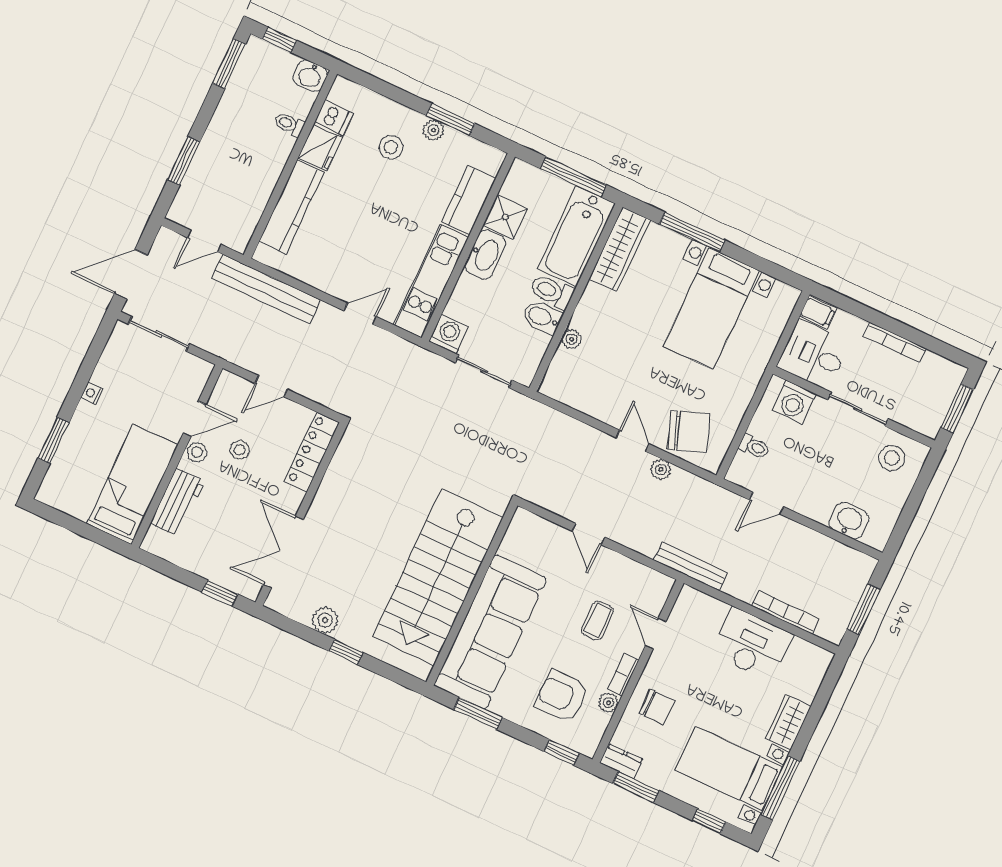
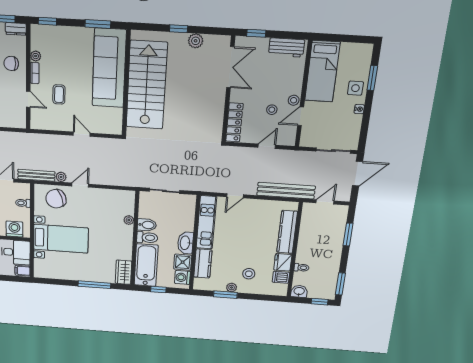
window: (573, 177) -> (158, 290), width x0.46
wardrobe: (620, 249) -> (123, 272), width x0.67
bed with nightstands: (711, 308) -> (61, 239), moved, turned 90
washing machine: (448, 334) -> (182, 277), moved, turned 90
side table: (87, 433) -> (355, 88), added
door: (632, 441) -> (80, 185), swing flipped
workbench: (177, 502) -> (286, 47), moved, turned -90
bench: (691, 566) -> (36, 175), moved
armchair: (562, 696) -> (60, 50), removed

